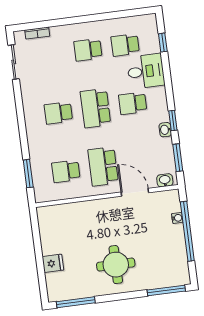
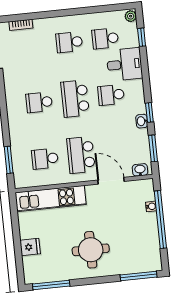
plant: (151, 21) -> (131, 16), added
kitchen unit: (73, 213) -> (51, 199), added

